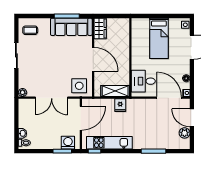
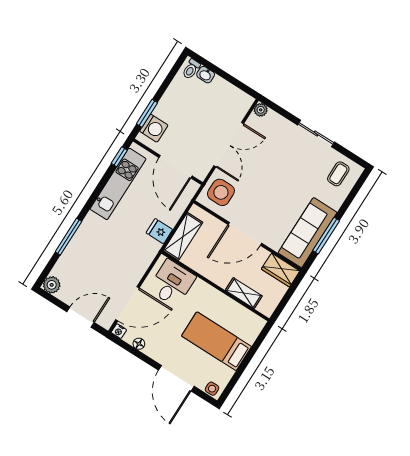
shelving: (125, 40) -> (244, 293), added
double door: (52, 98) -> (229, 145), swing flipped
plant: (185, 133) -> (52, 285), moved

